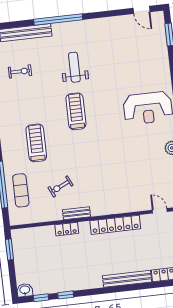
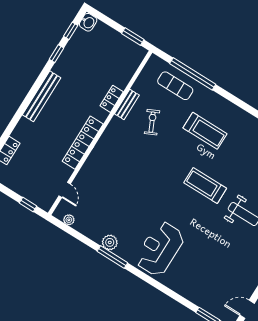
treadmill: (76, 111) -> (205, 186), turned 180
door: (160, 211) -> (65, 190), hinge flipped
bench: (77, 213) -> (127, 104), moved
bench: (127, 279) -> (42, 96), moved

